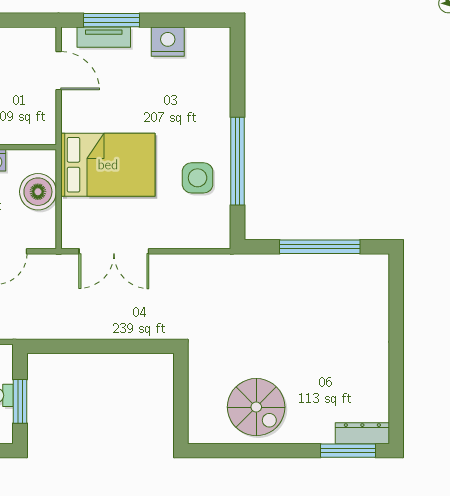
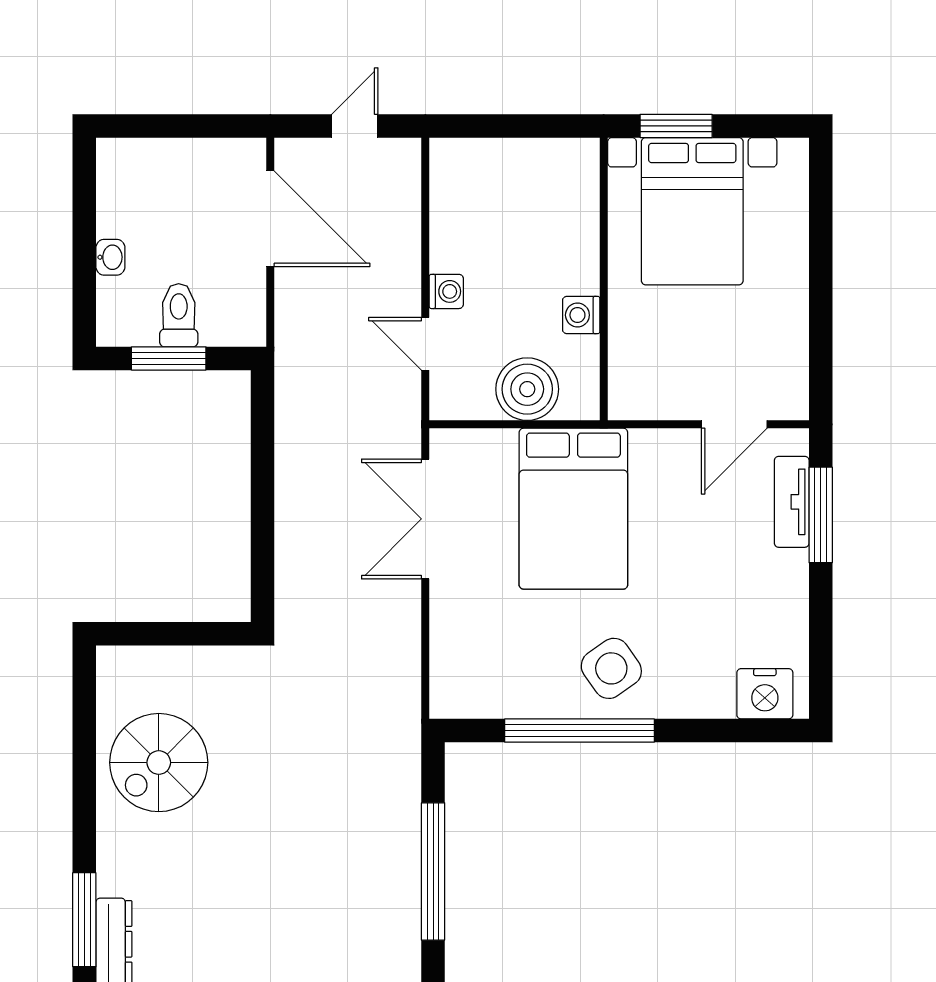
nightstand: (168, 42) -> (765, 694), moved, turned 90
side table: (198, 178) -> (611, 668), moved, turned -35

